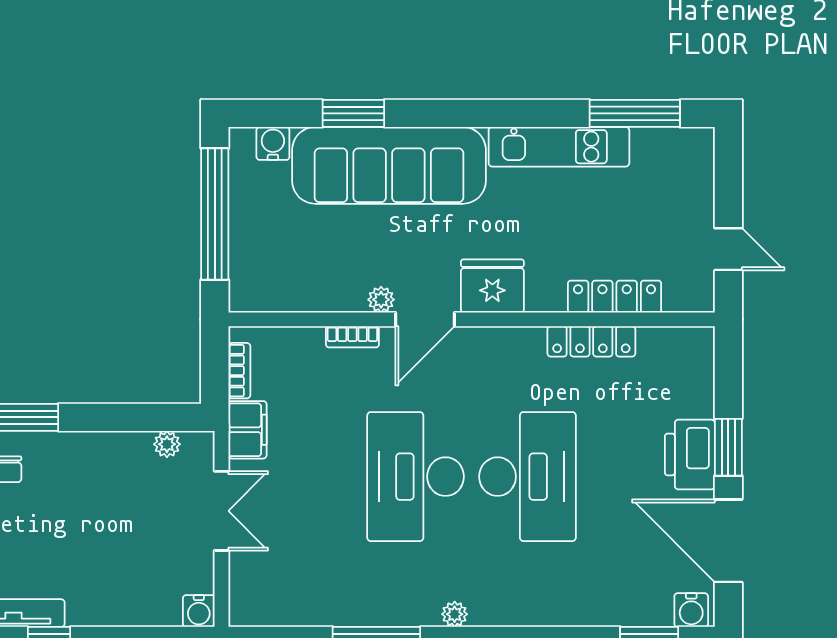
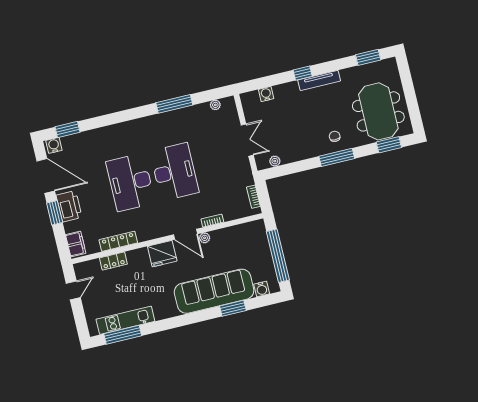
kitchen unit: (559, 147) -> (125, 320), moved
door: (728, 249) -> (73, 290), swing flipped
locker: (615, 297) -> (113, 261), width x0.66
door: (425, 319) -> (186, 234), swing flipped
filing cabinet: (247, 430) -> (76, 244), moved, turned 180
double door: (222, 511) -> (247, 140), swing flipped
water cooler: (199, 611) -> (266, 94), moved
plant: (455, 614) -> (215, 105), moved

